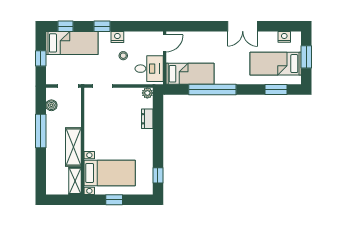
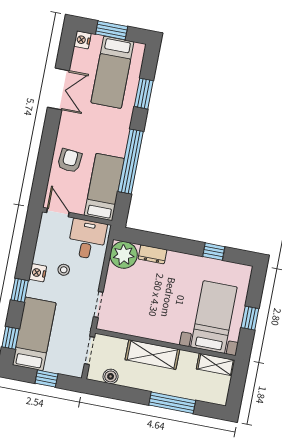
double door: (243, 26) -> (58, 89), moved
nightstand: (284, 37) -> (82, 40), moved
armchair: (204, 45) -> (70, 161), added
window: (276, 90) -> (144, 94), moved
plant: (147, 93) -> (124, 255), width x1.88, depth x1.88
window: (41, 131) -> (172, 403), moved
shelving: (73, 147) -> (152, 355), moved
window: (158, 175) -> (214, 252), moved

